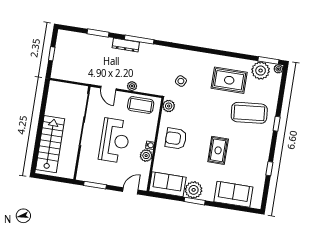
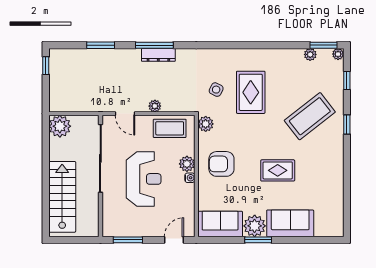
dresser: (126, 45) -> (158, 55), moved
window: (52, 54) -> (46, 66), moved
plant: (261, 71) -> (310, 54), width x0.53, depth x0.53
rug: (229, 80) -> (251, 92), moved, turned 90
plant: (57, 90) -> (60, 126), added
coffee table: (249, 113) -> (310, 116), turned -33
rug: (218, 150) -> (278, 170), turned 90
plant: (146, 156) -> (187, 164), moved
window: (269, 169) -> (347, 81), moved
sofa: (233, 194) -> (290, 223), moved

